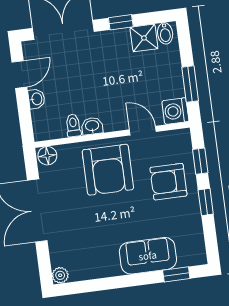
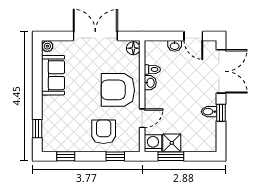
bidet: (165, 33) -> (209, 112), moved
shower: (144, 38) -> (172, 143), moved
window: (206, 202) -> (66, 156), moved
sofa: (148, 256) -> (53, 75), moved

